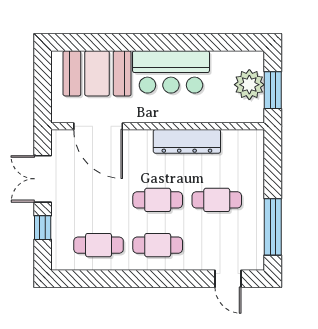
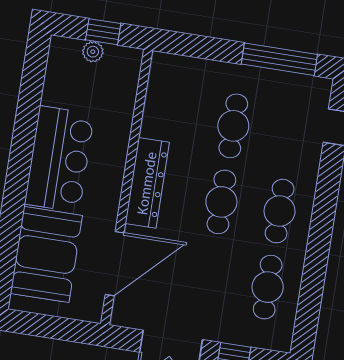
plant: (249, 85) -> (93, 52), width x0.53, depth x0.53
window: (273, 90) -> (103, 32), width x0.67
dresser: (187, 141) -> (147, 183), moved

